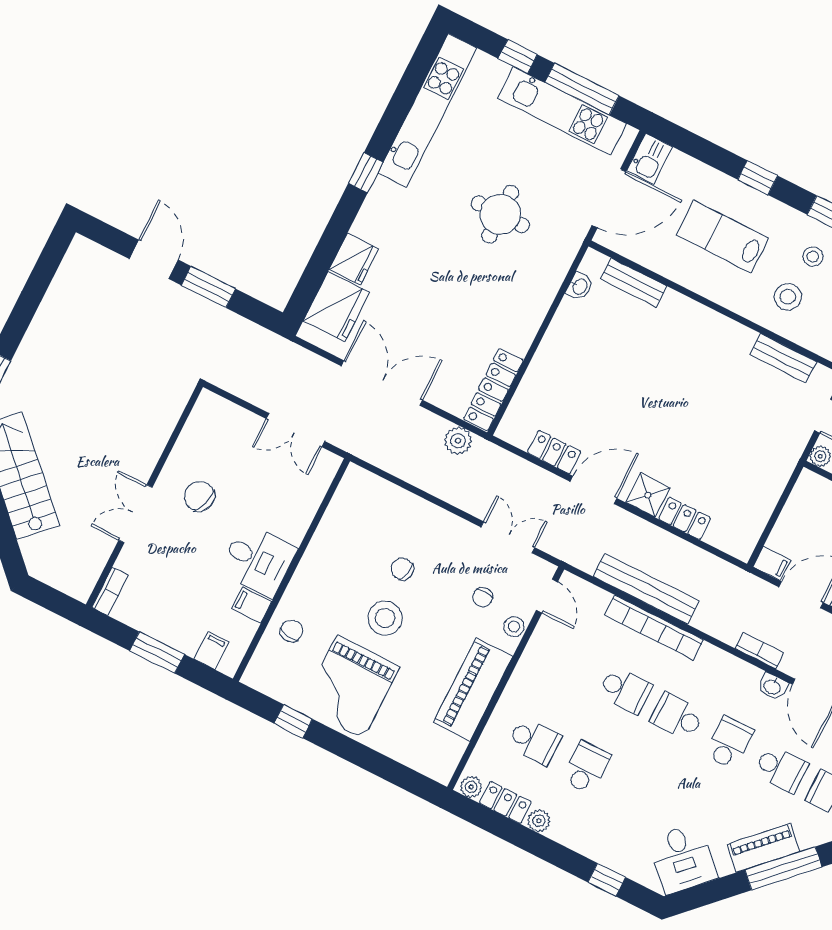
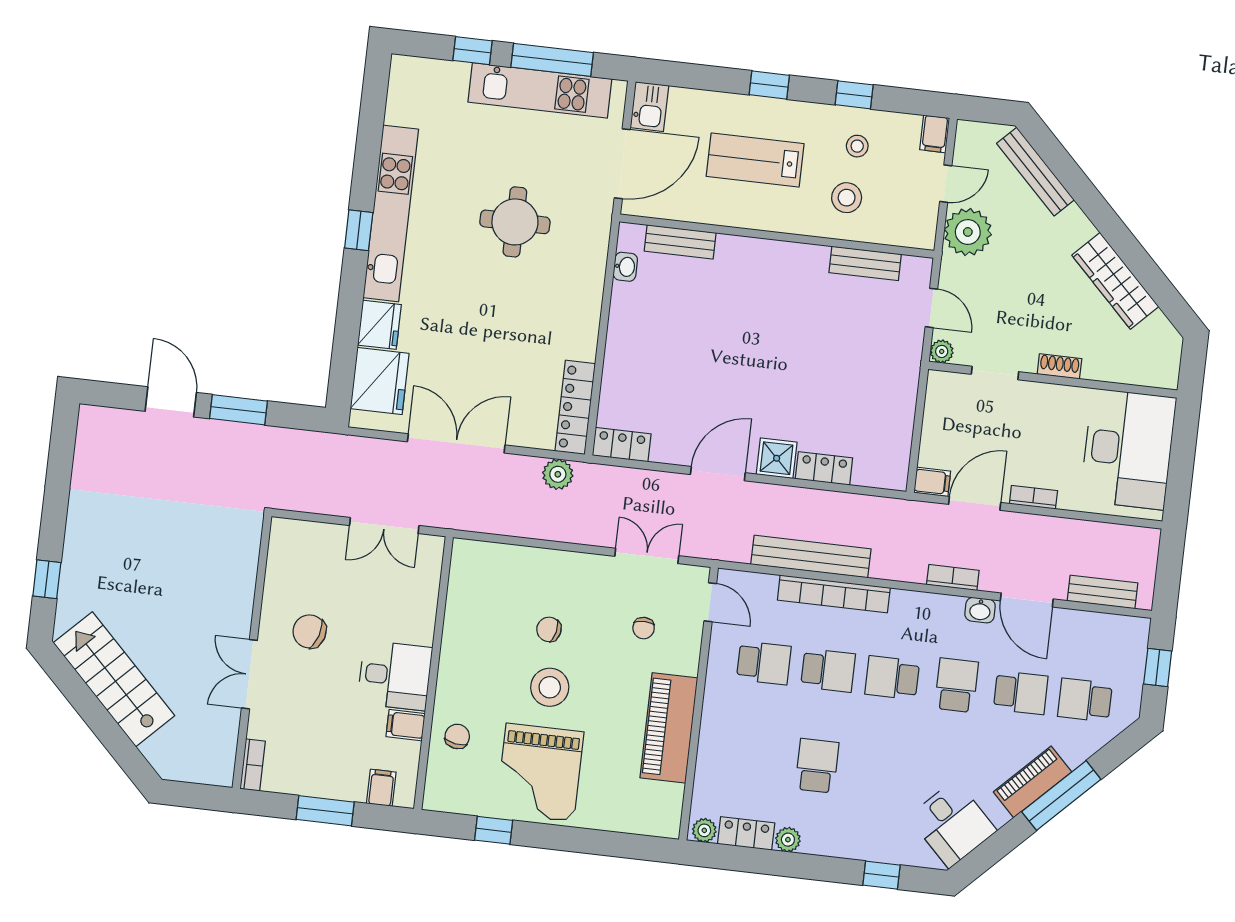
kitchen unit: (427, 110) -> (391, 213), moved
locker: (554, 452) -> (622, 445), moved
stool: (514, 627) -> (688, 647), removed
school desk: (534, 741) -> (764, 663), moved

